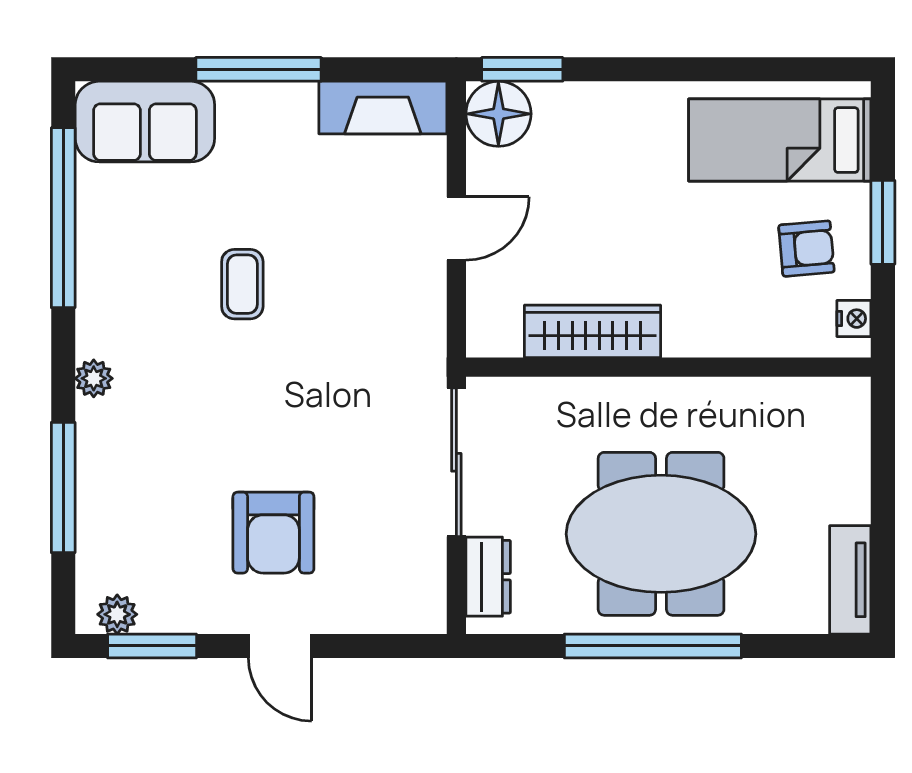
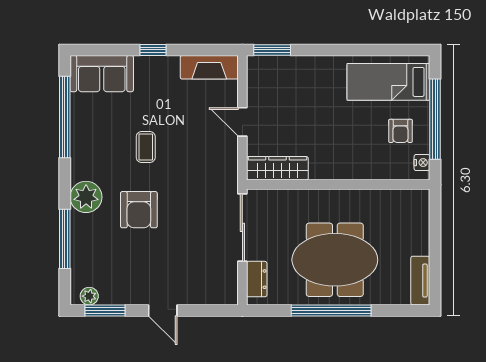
window: (258, 69) -> (153, 50), width x0.46
floor lamp: (498, 114) -> (261, 70), removed
window: (883, 222) -> (435, 119), width x2.11
door: (456, 228) -> (242, 122), swing flipped
armchair: (806, 249) -> (400, 131), turned 95
wardrobe: (592, 331) -> (277, 168), moved
plant: (94, 378) -> (86, 197), width x1.88, depth x1.88
armchair: (273, 533) -> (139, 210), moved

